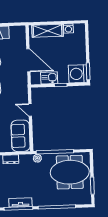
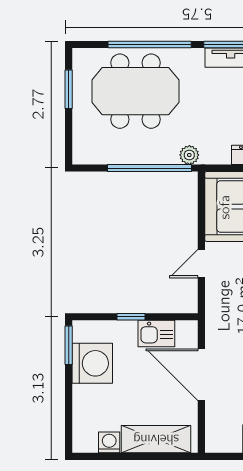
washing machine: (78, 74) -> (92, 363), moved
door: (30, 110) -> (201, 264), swing flipped
meeting table: (70, 172) -> (135, 91), moved

